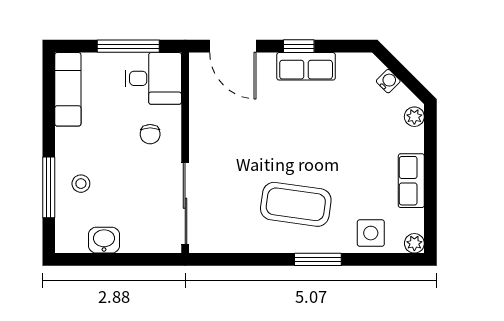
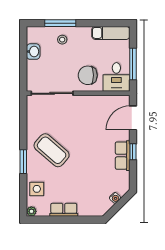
plant: (414, 117) -> (97, 211), removed
chair: (150, 134) -> (88, 75), width x1.87, depth x1.87
coffee table: (296, 204) -> (52, 150), turned -57

